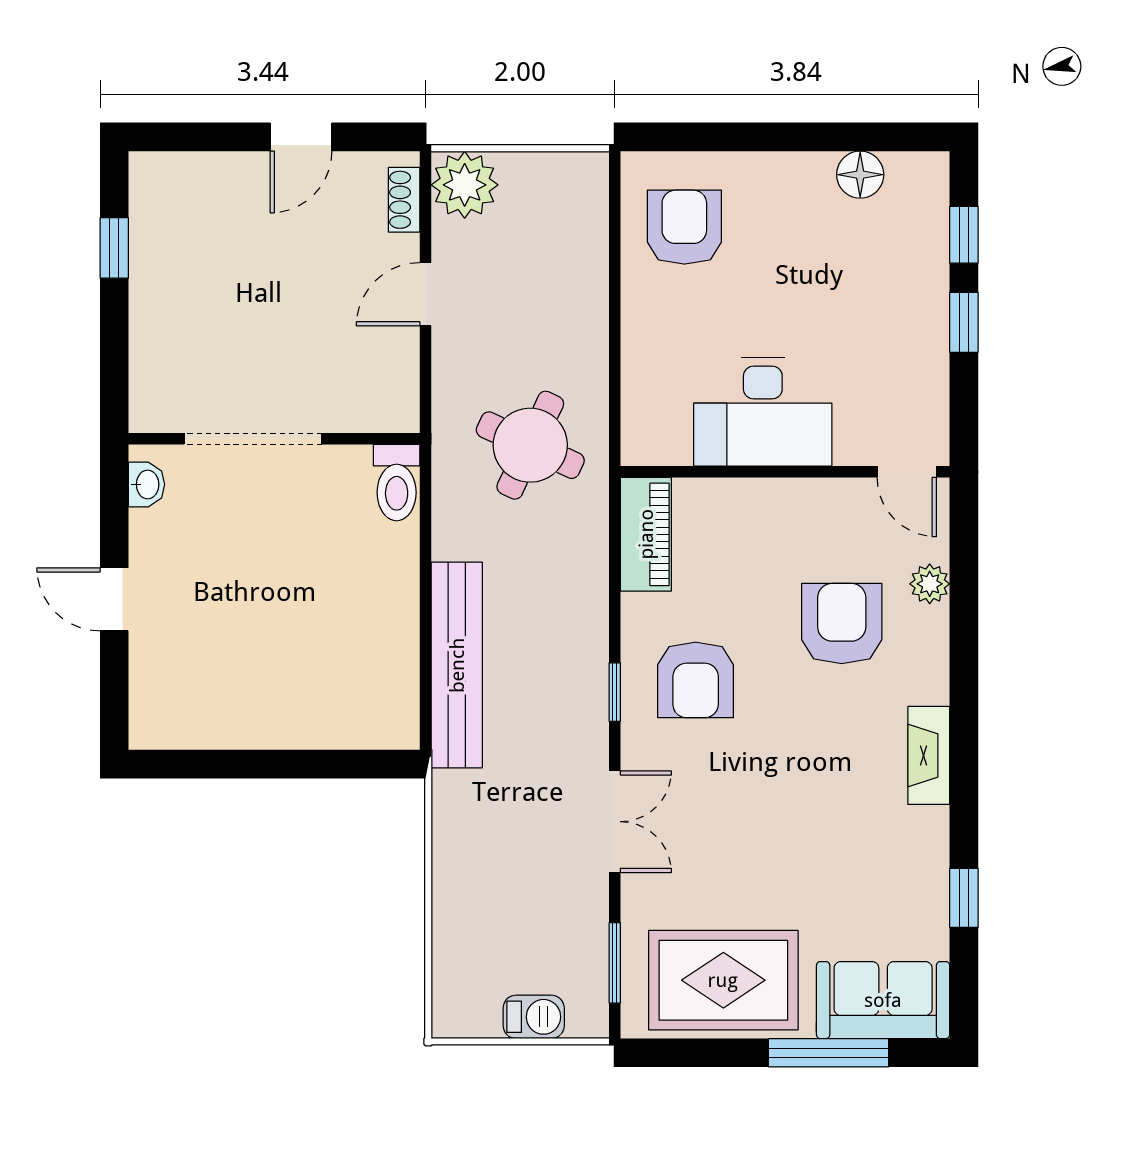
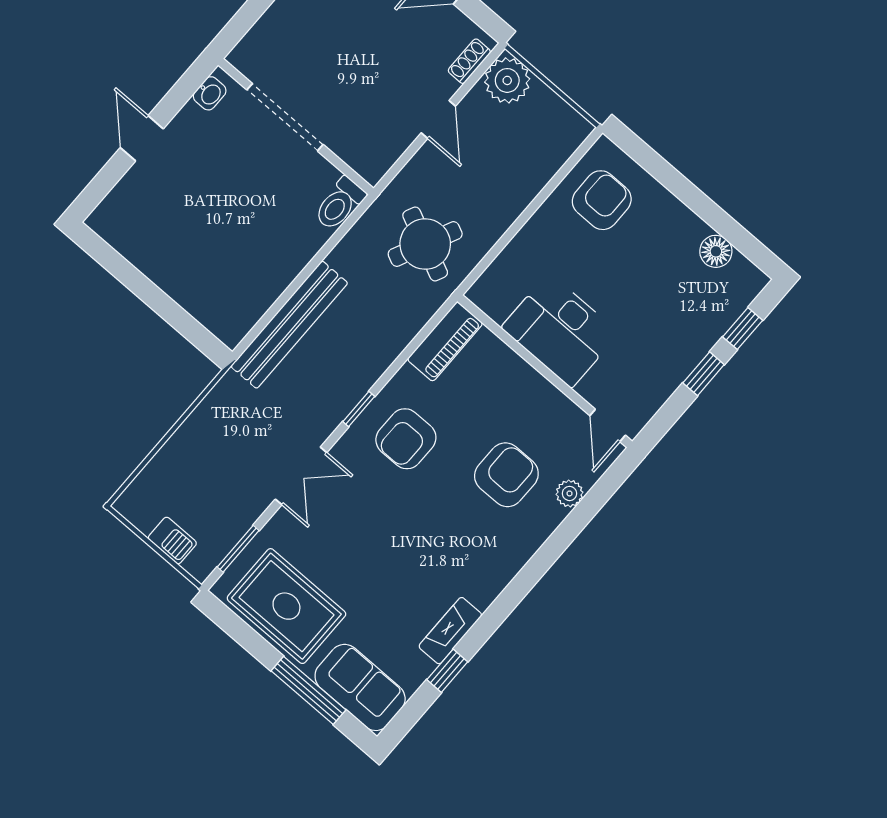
door: (425, 294) -> (438, 119), swing flipped
fireplace: (929, 755) -> (450, 631), moved

